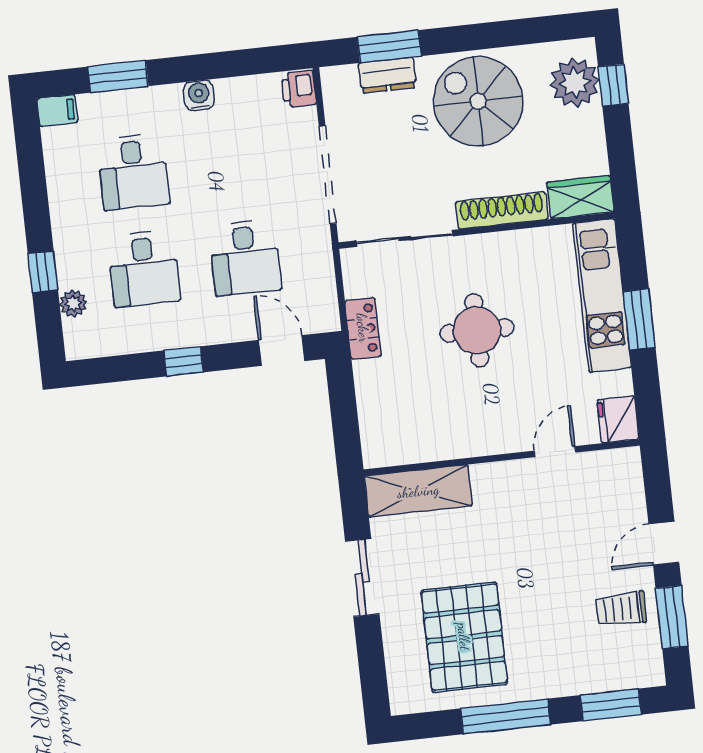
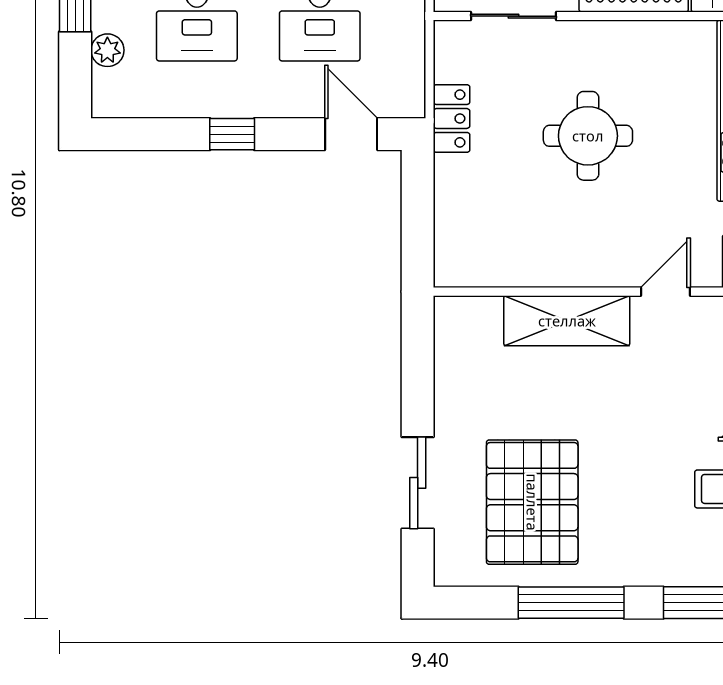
sliding door: (405, 238) -> (513, 16), width x0.73
shelving: (418, 491) -> (567, 321), moved
sliding door: (362, 578) -> (418, 483), moved

